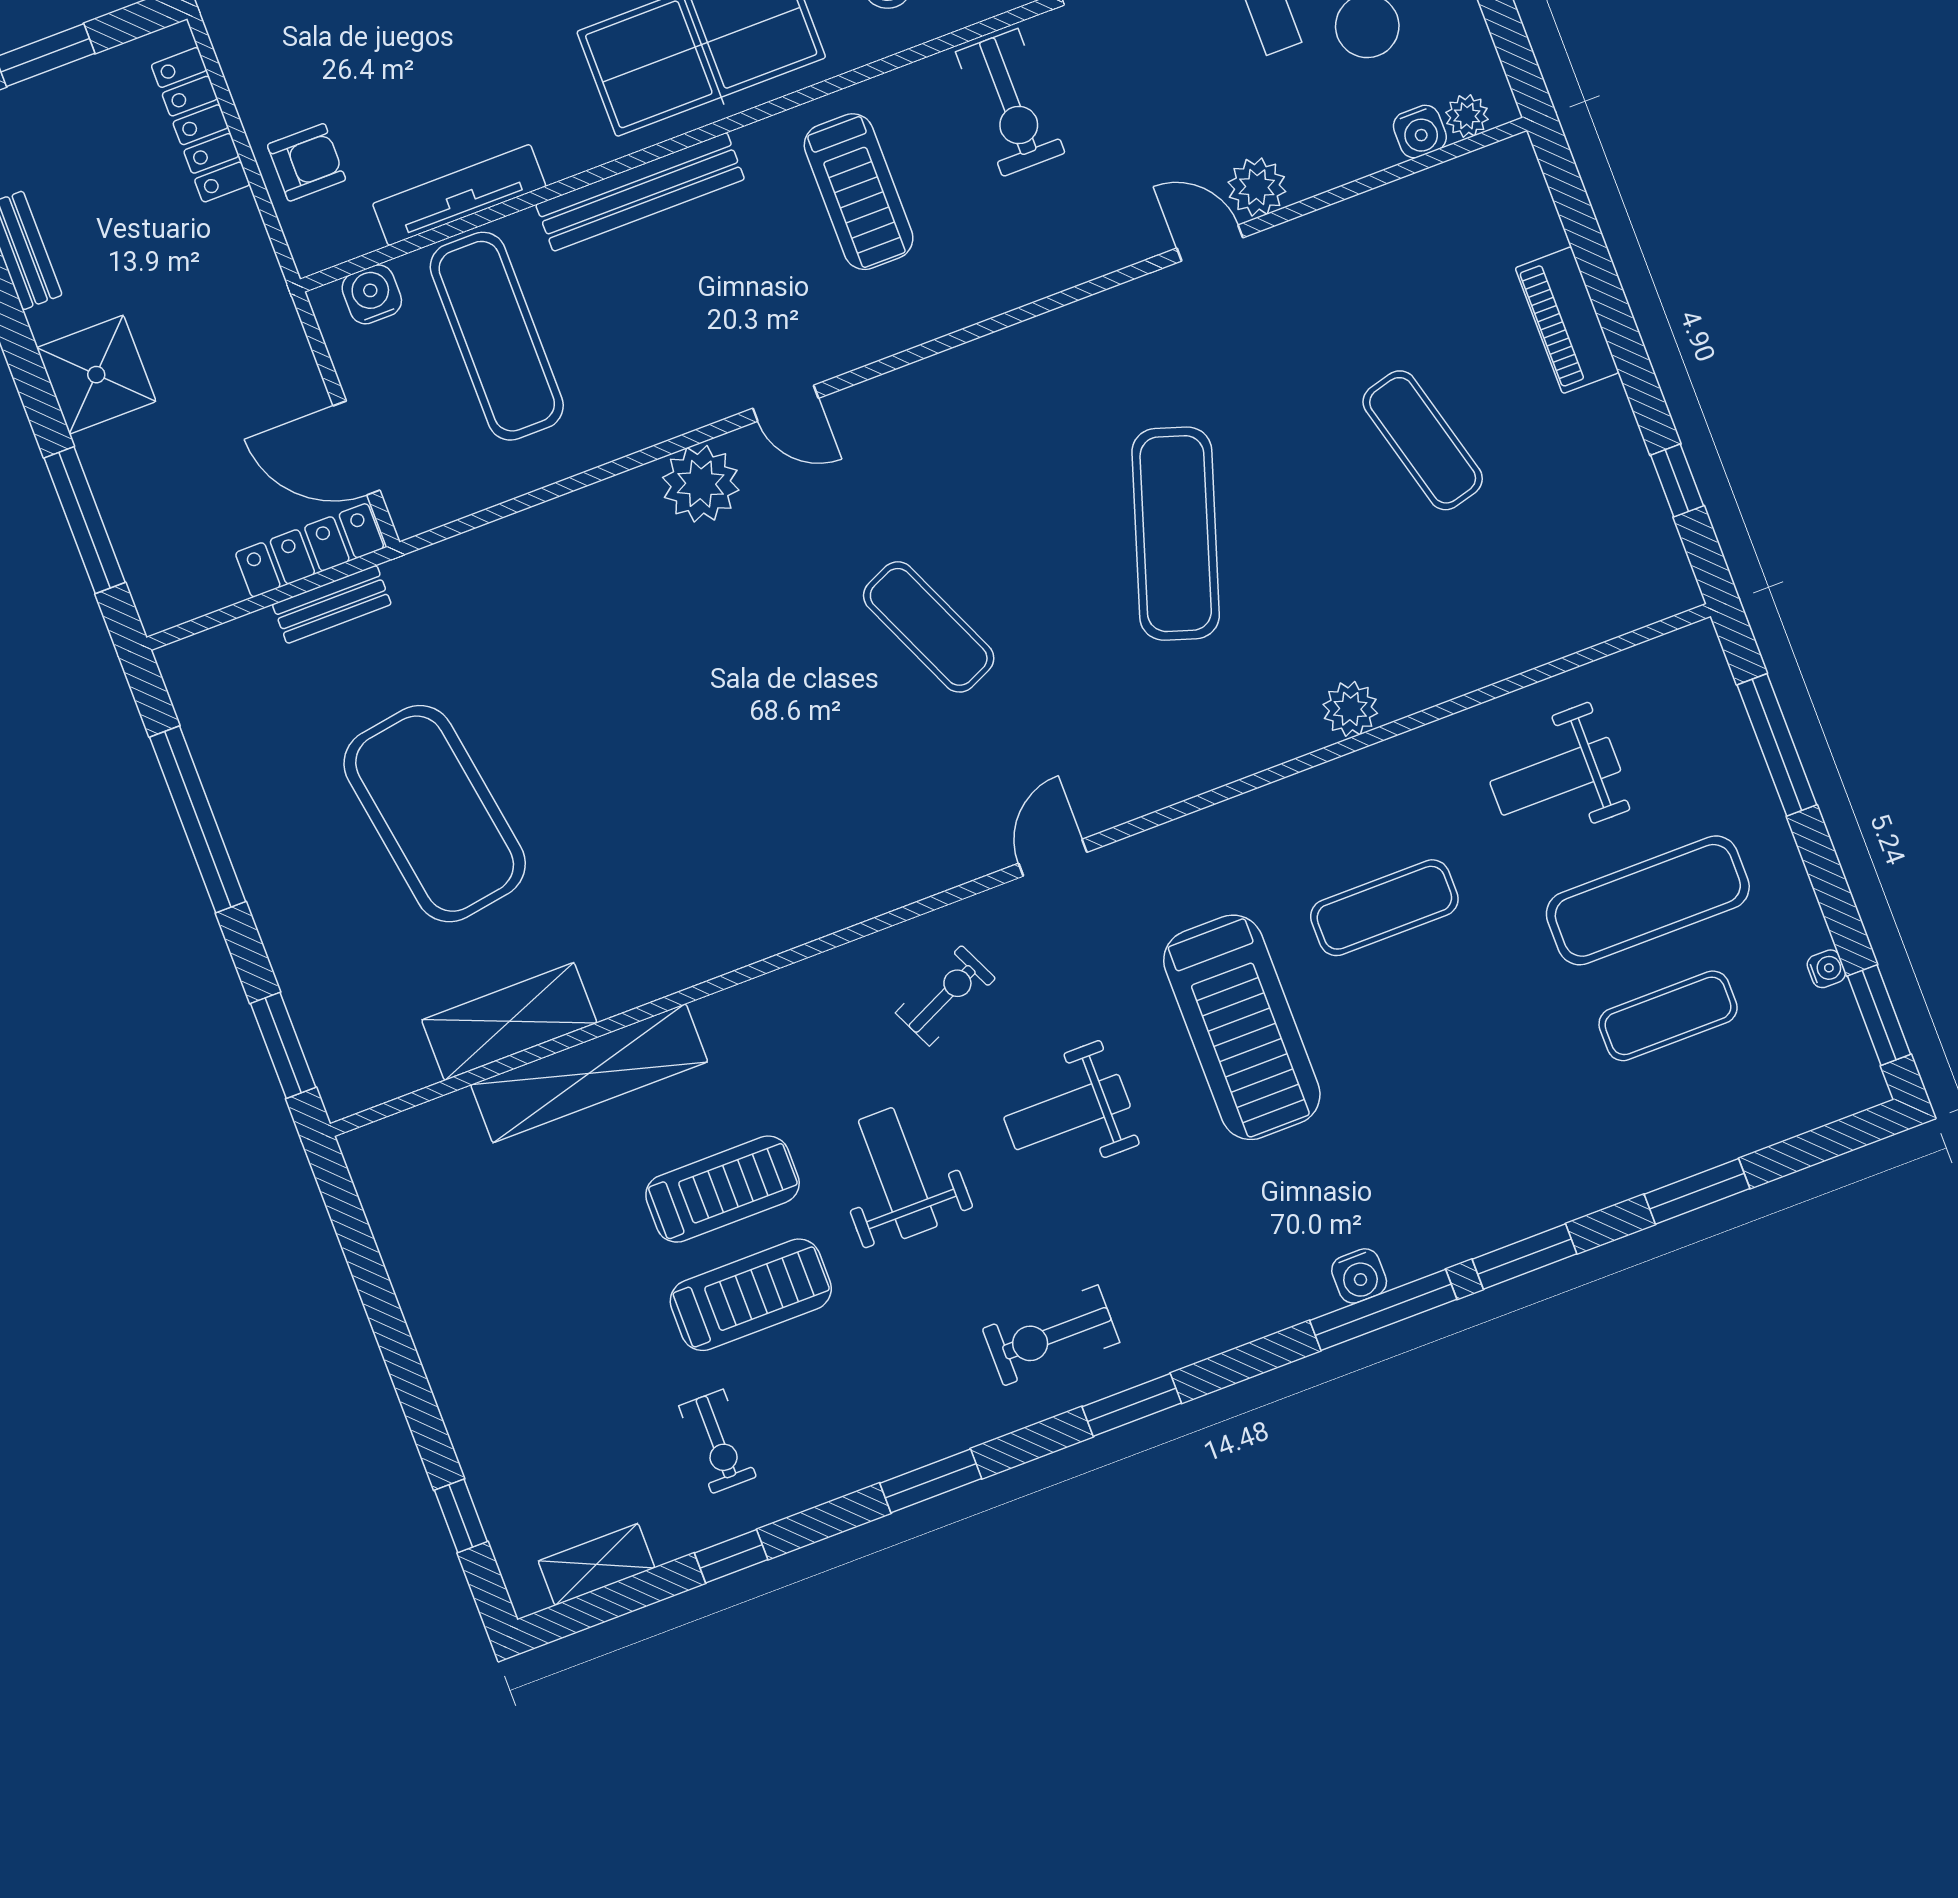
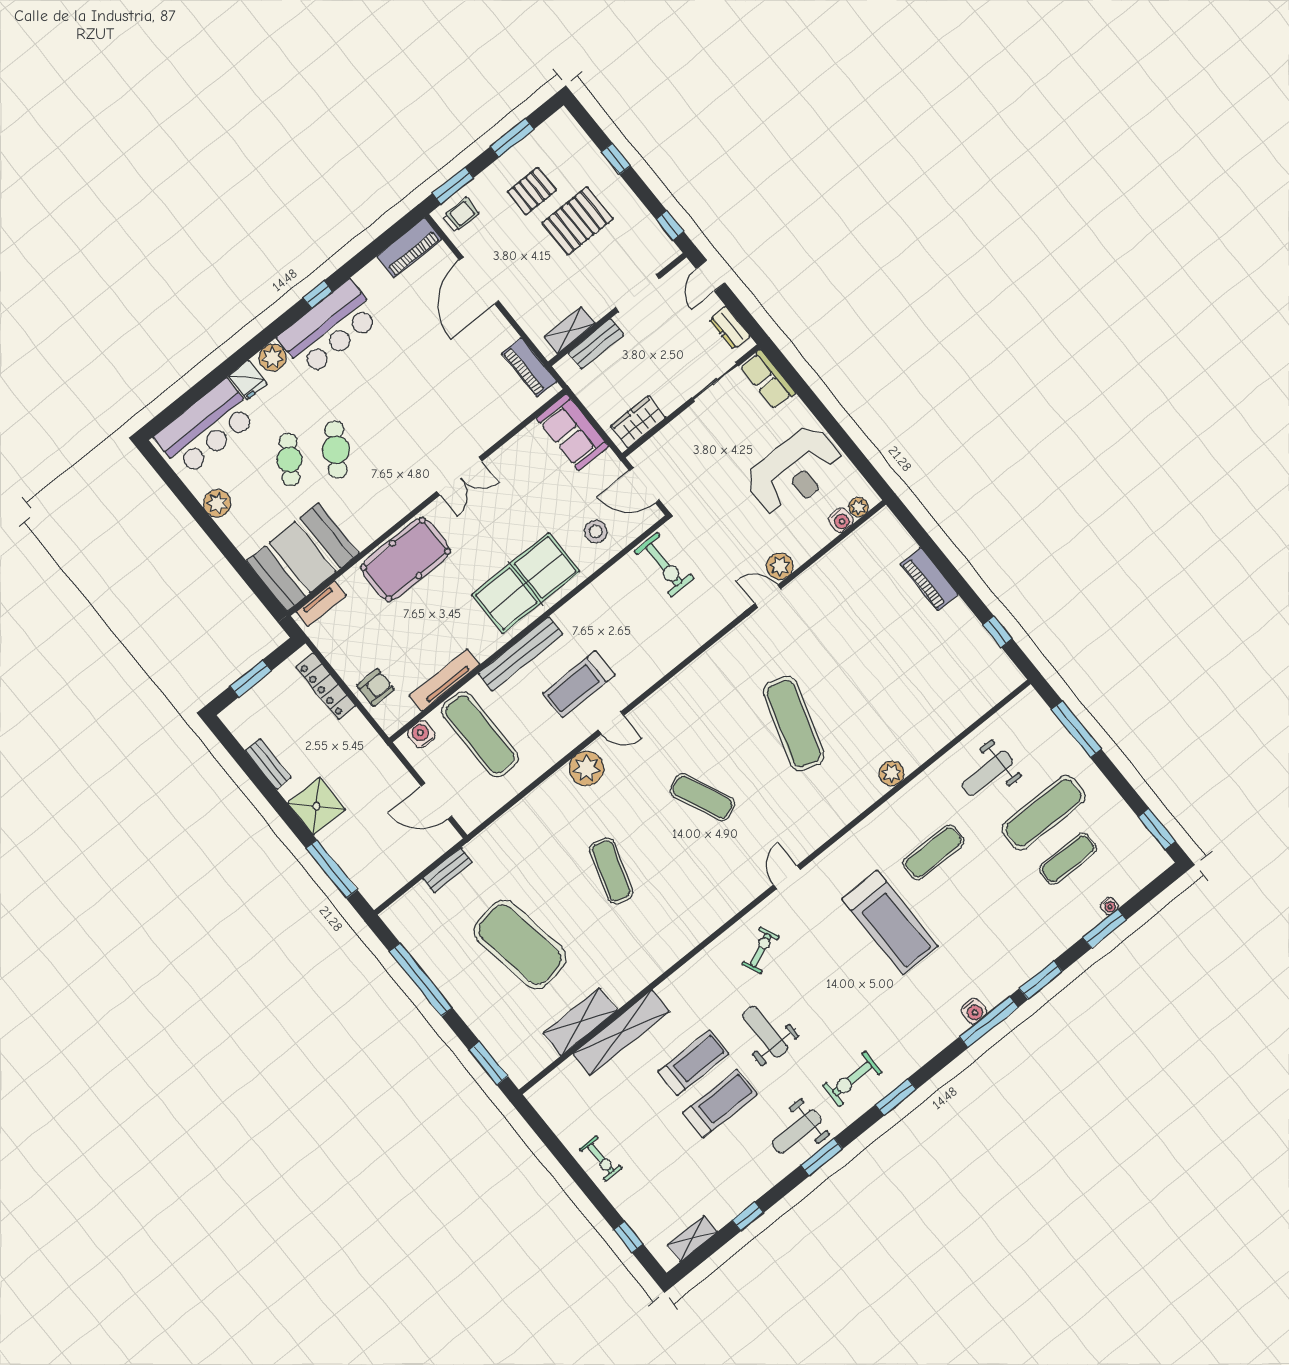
treadmill: (859, 192) -> (579, 684), moved, turned 90
exercise mat: (1423, 440) -> (611, 871), moved, turned 33
locker: (310, 550) -> (431, 851), removed
water cooler: (1826, 969) -> (1109, 906), moved, turned 90
weight bench: (1067, 1112) -> (797, 1132), moved
exercise bike: (718, 1441) -> (601, 1159), moved

